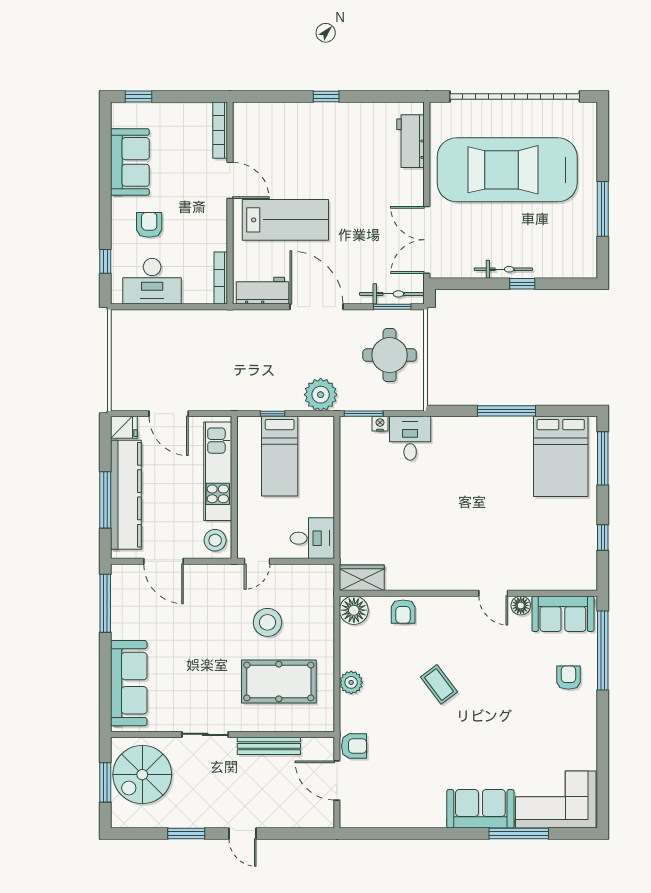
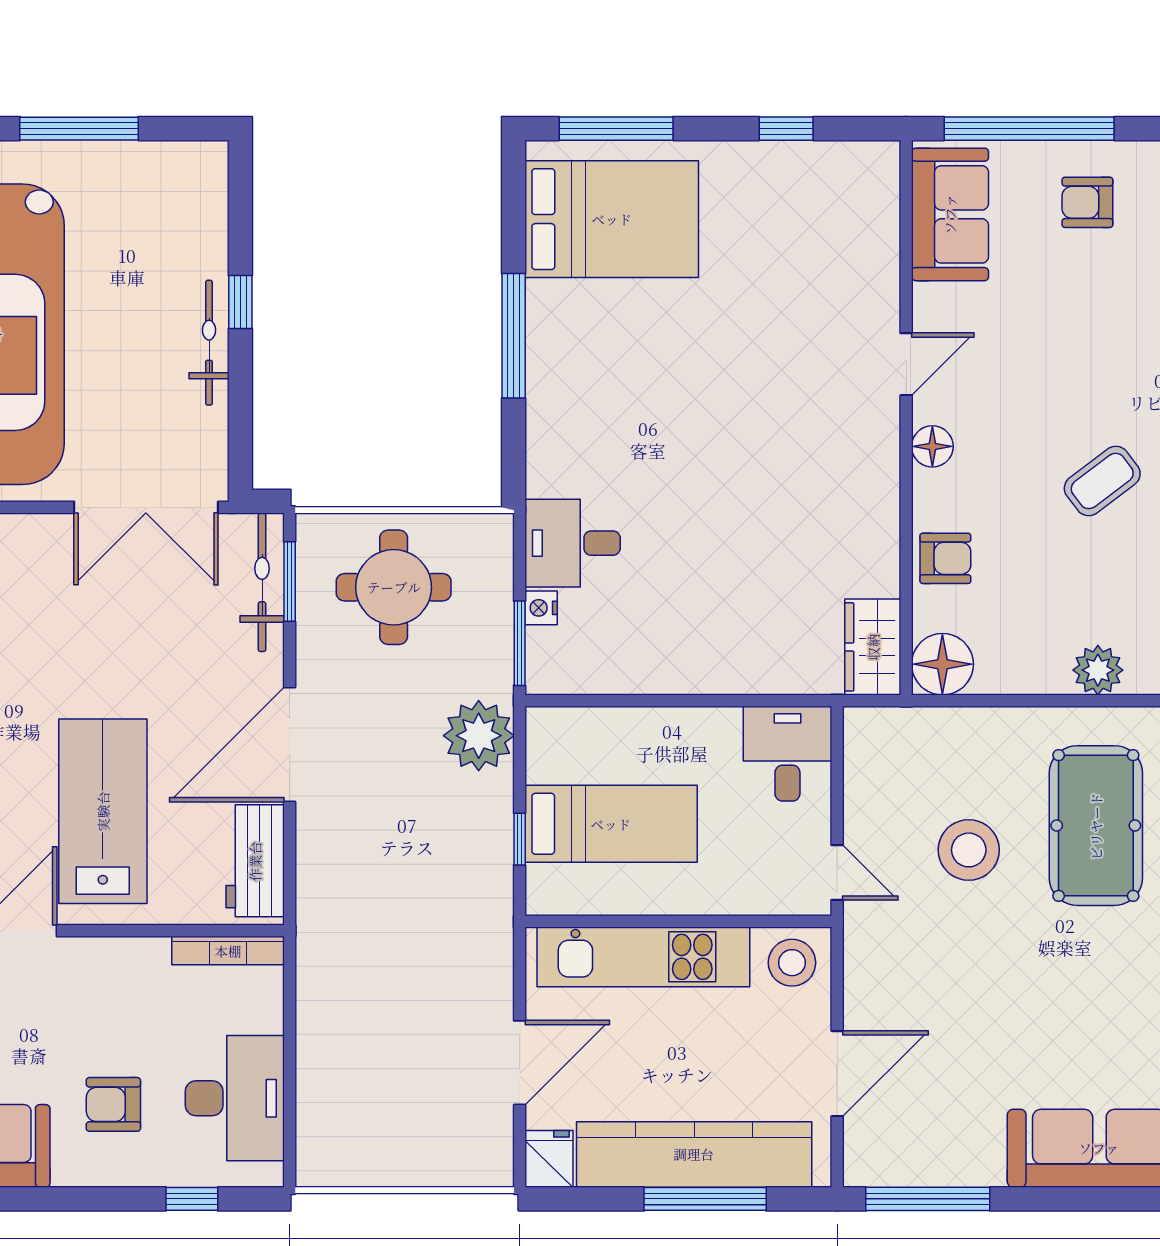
floor lamp: (521, 605) -> (932, 446), moved

